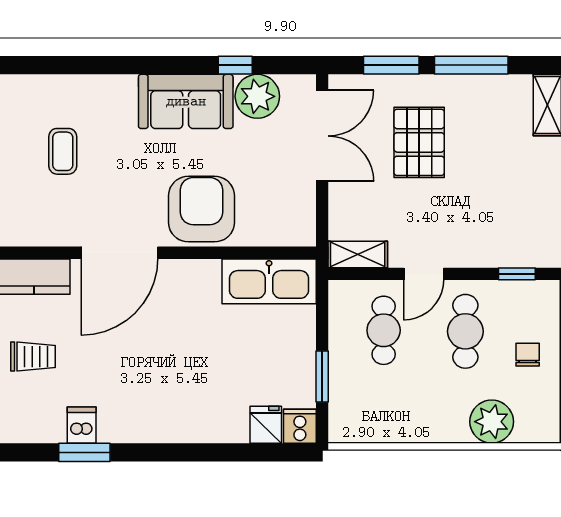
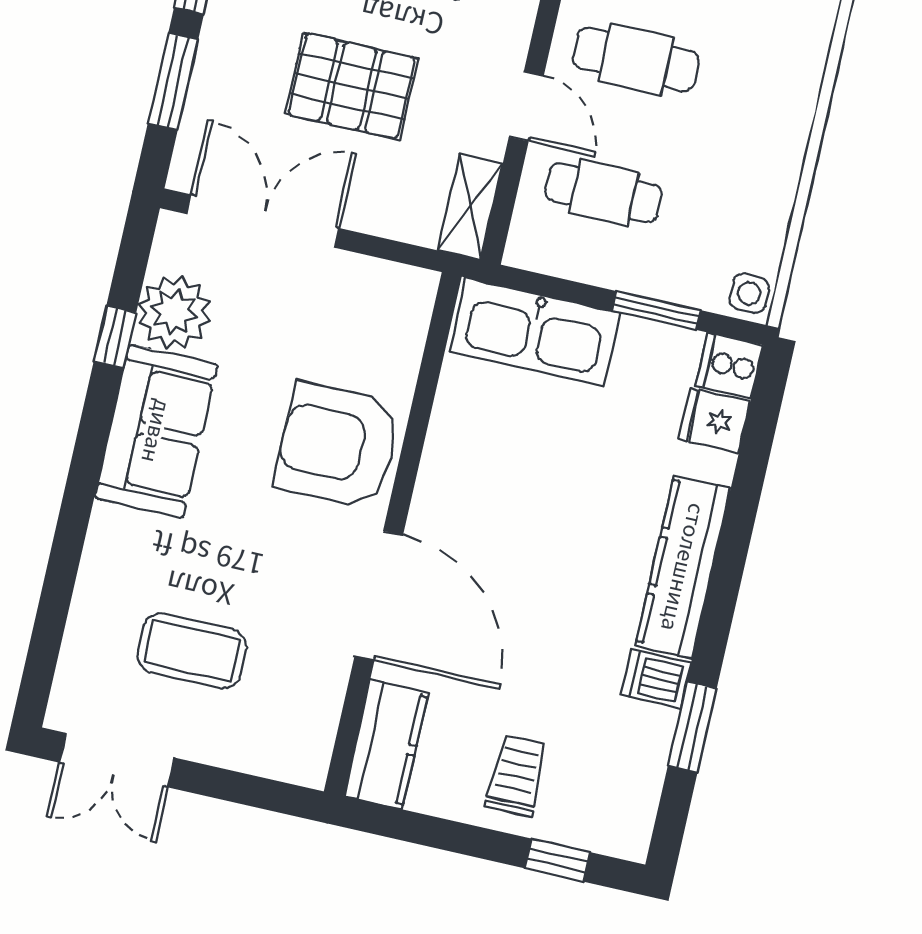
pallet: (419, 142) -> (352, 86), moved
coffee table: (63, 151) -> (192, 651), width x1.36, depth x1.30
kitchen sink: (269, 281) -> (535, 332), moved, turned 90
plant: (492, 422) -> (793, 50), removed
dishwasher: (82, 425) -> (656, 679), moved
kitchen counter: (177, 426) -> (683, 567), added
side table: (344, 428) -> (749, 293), added

